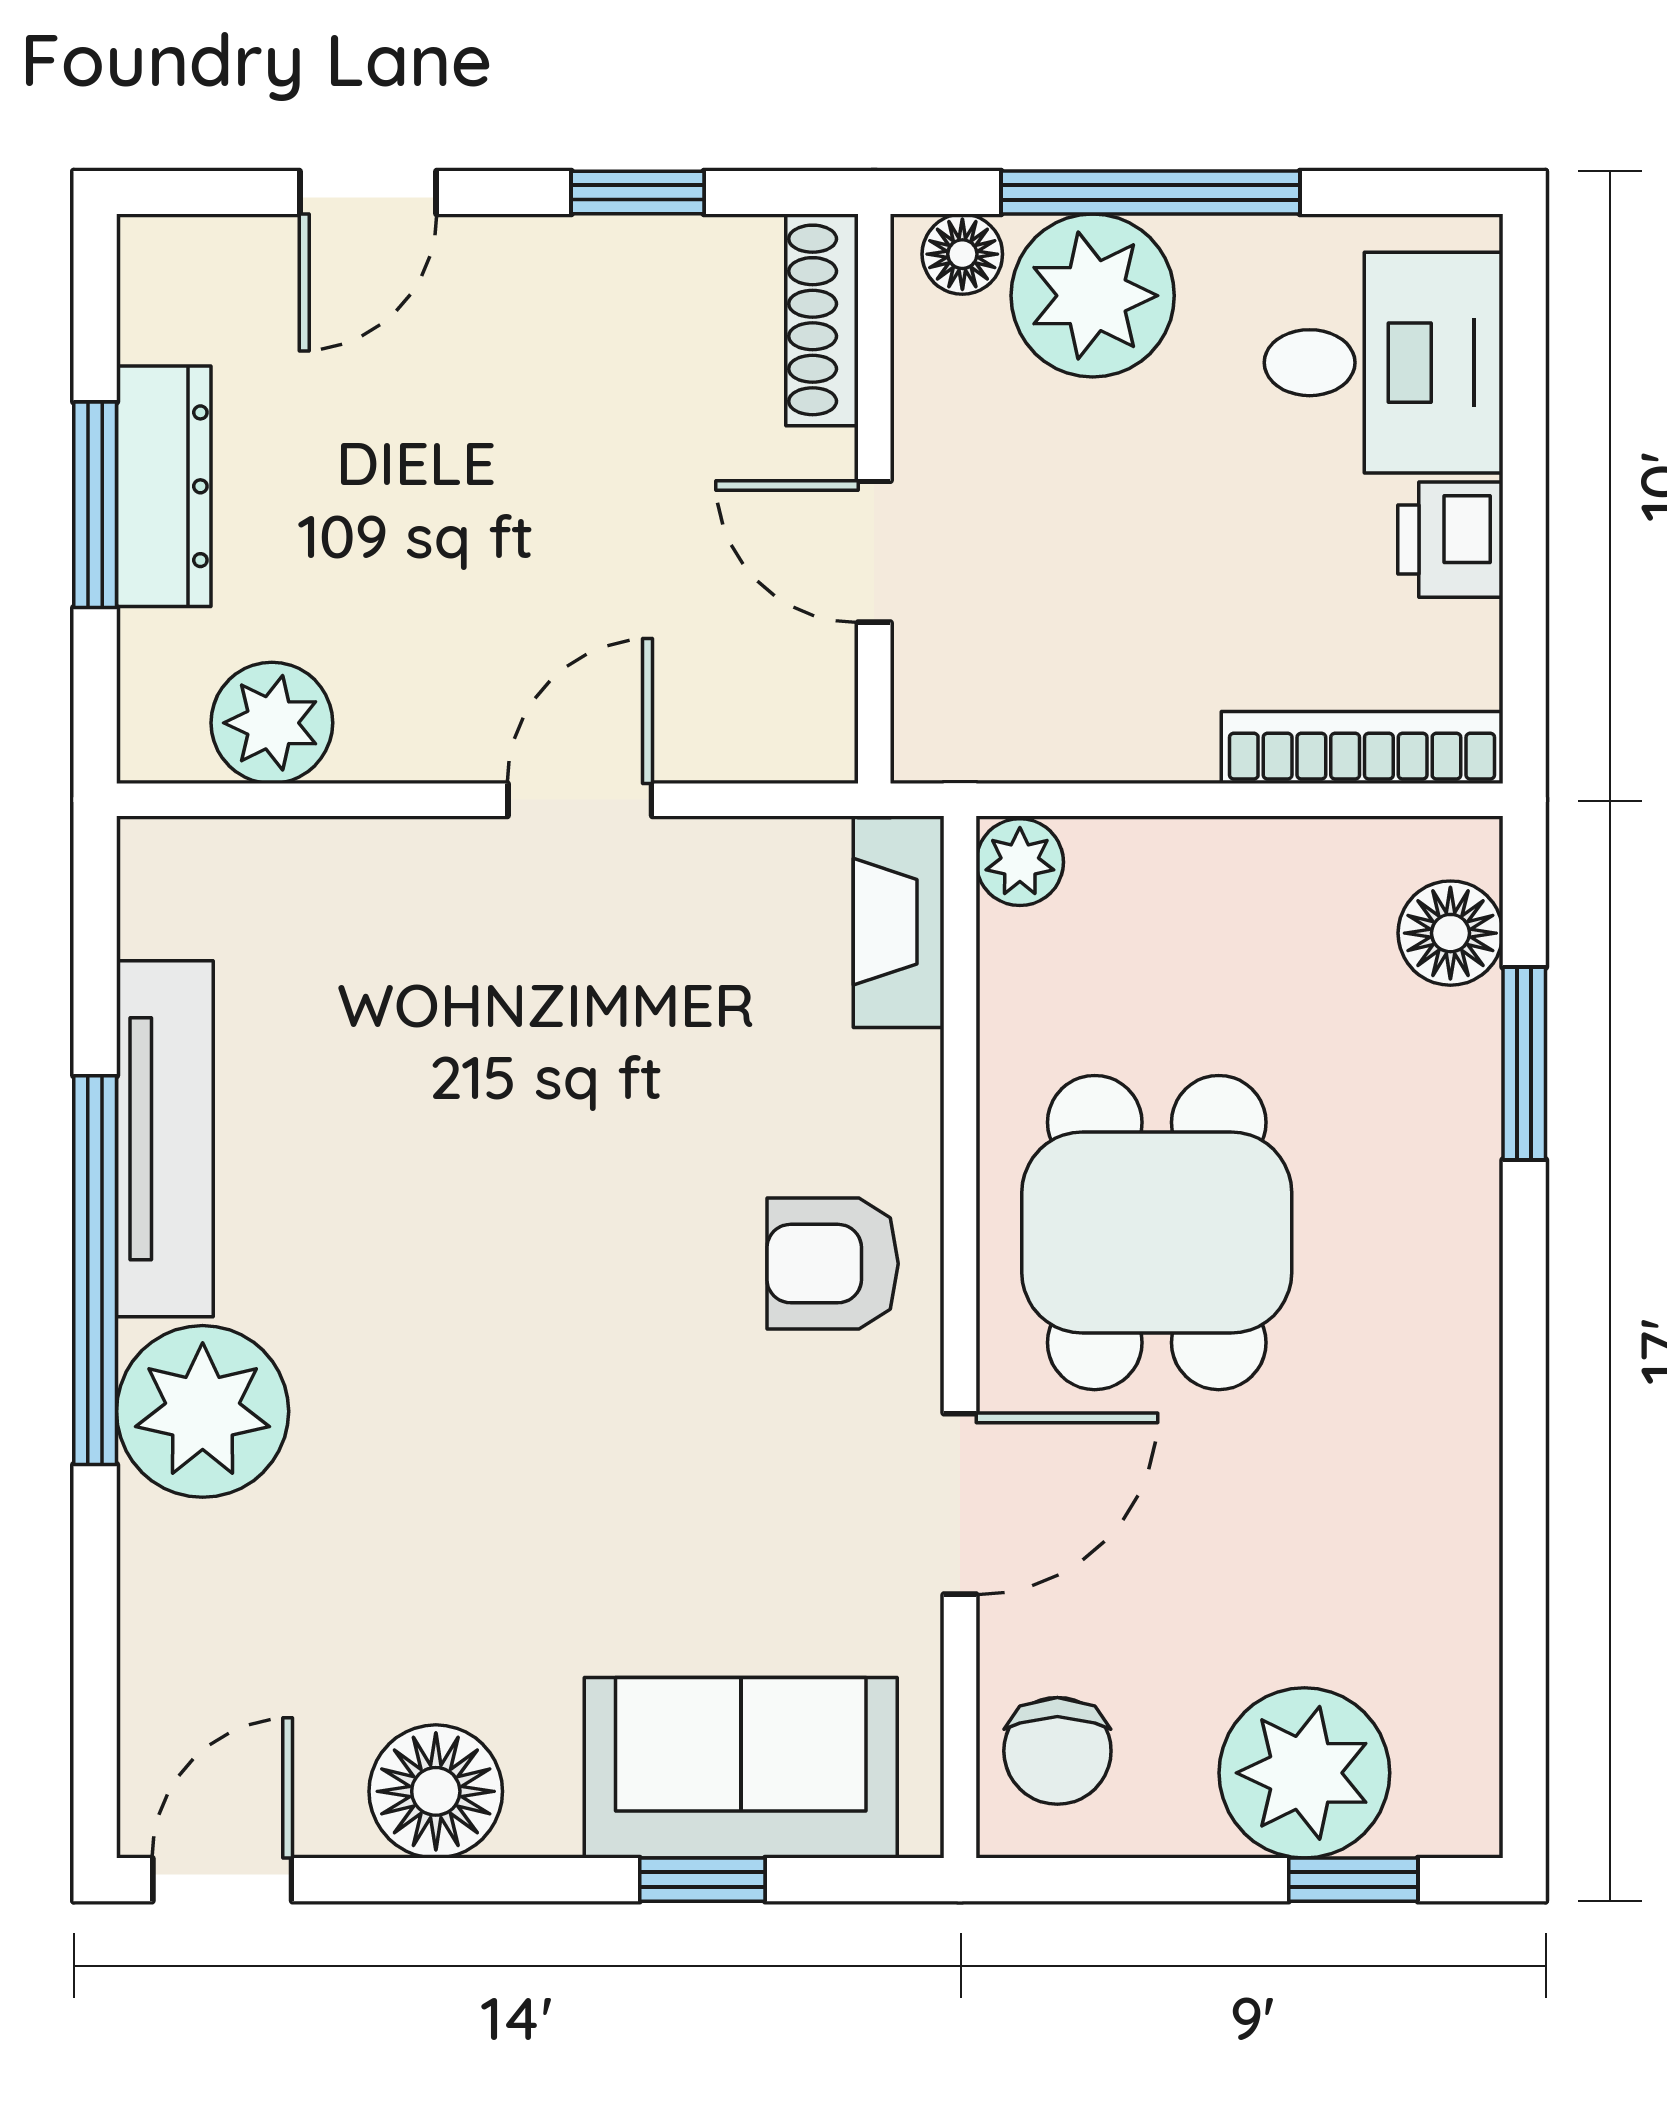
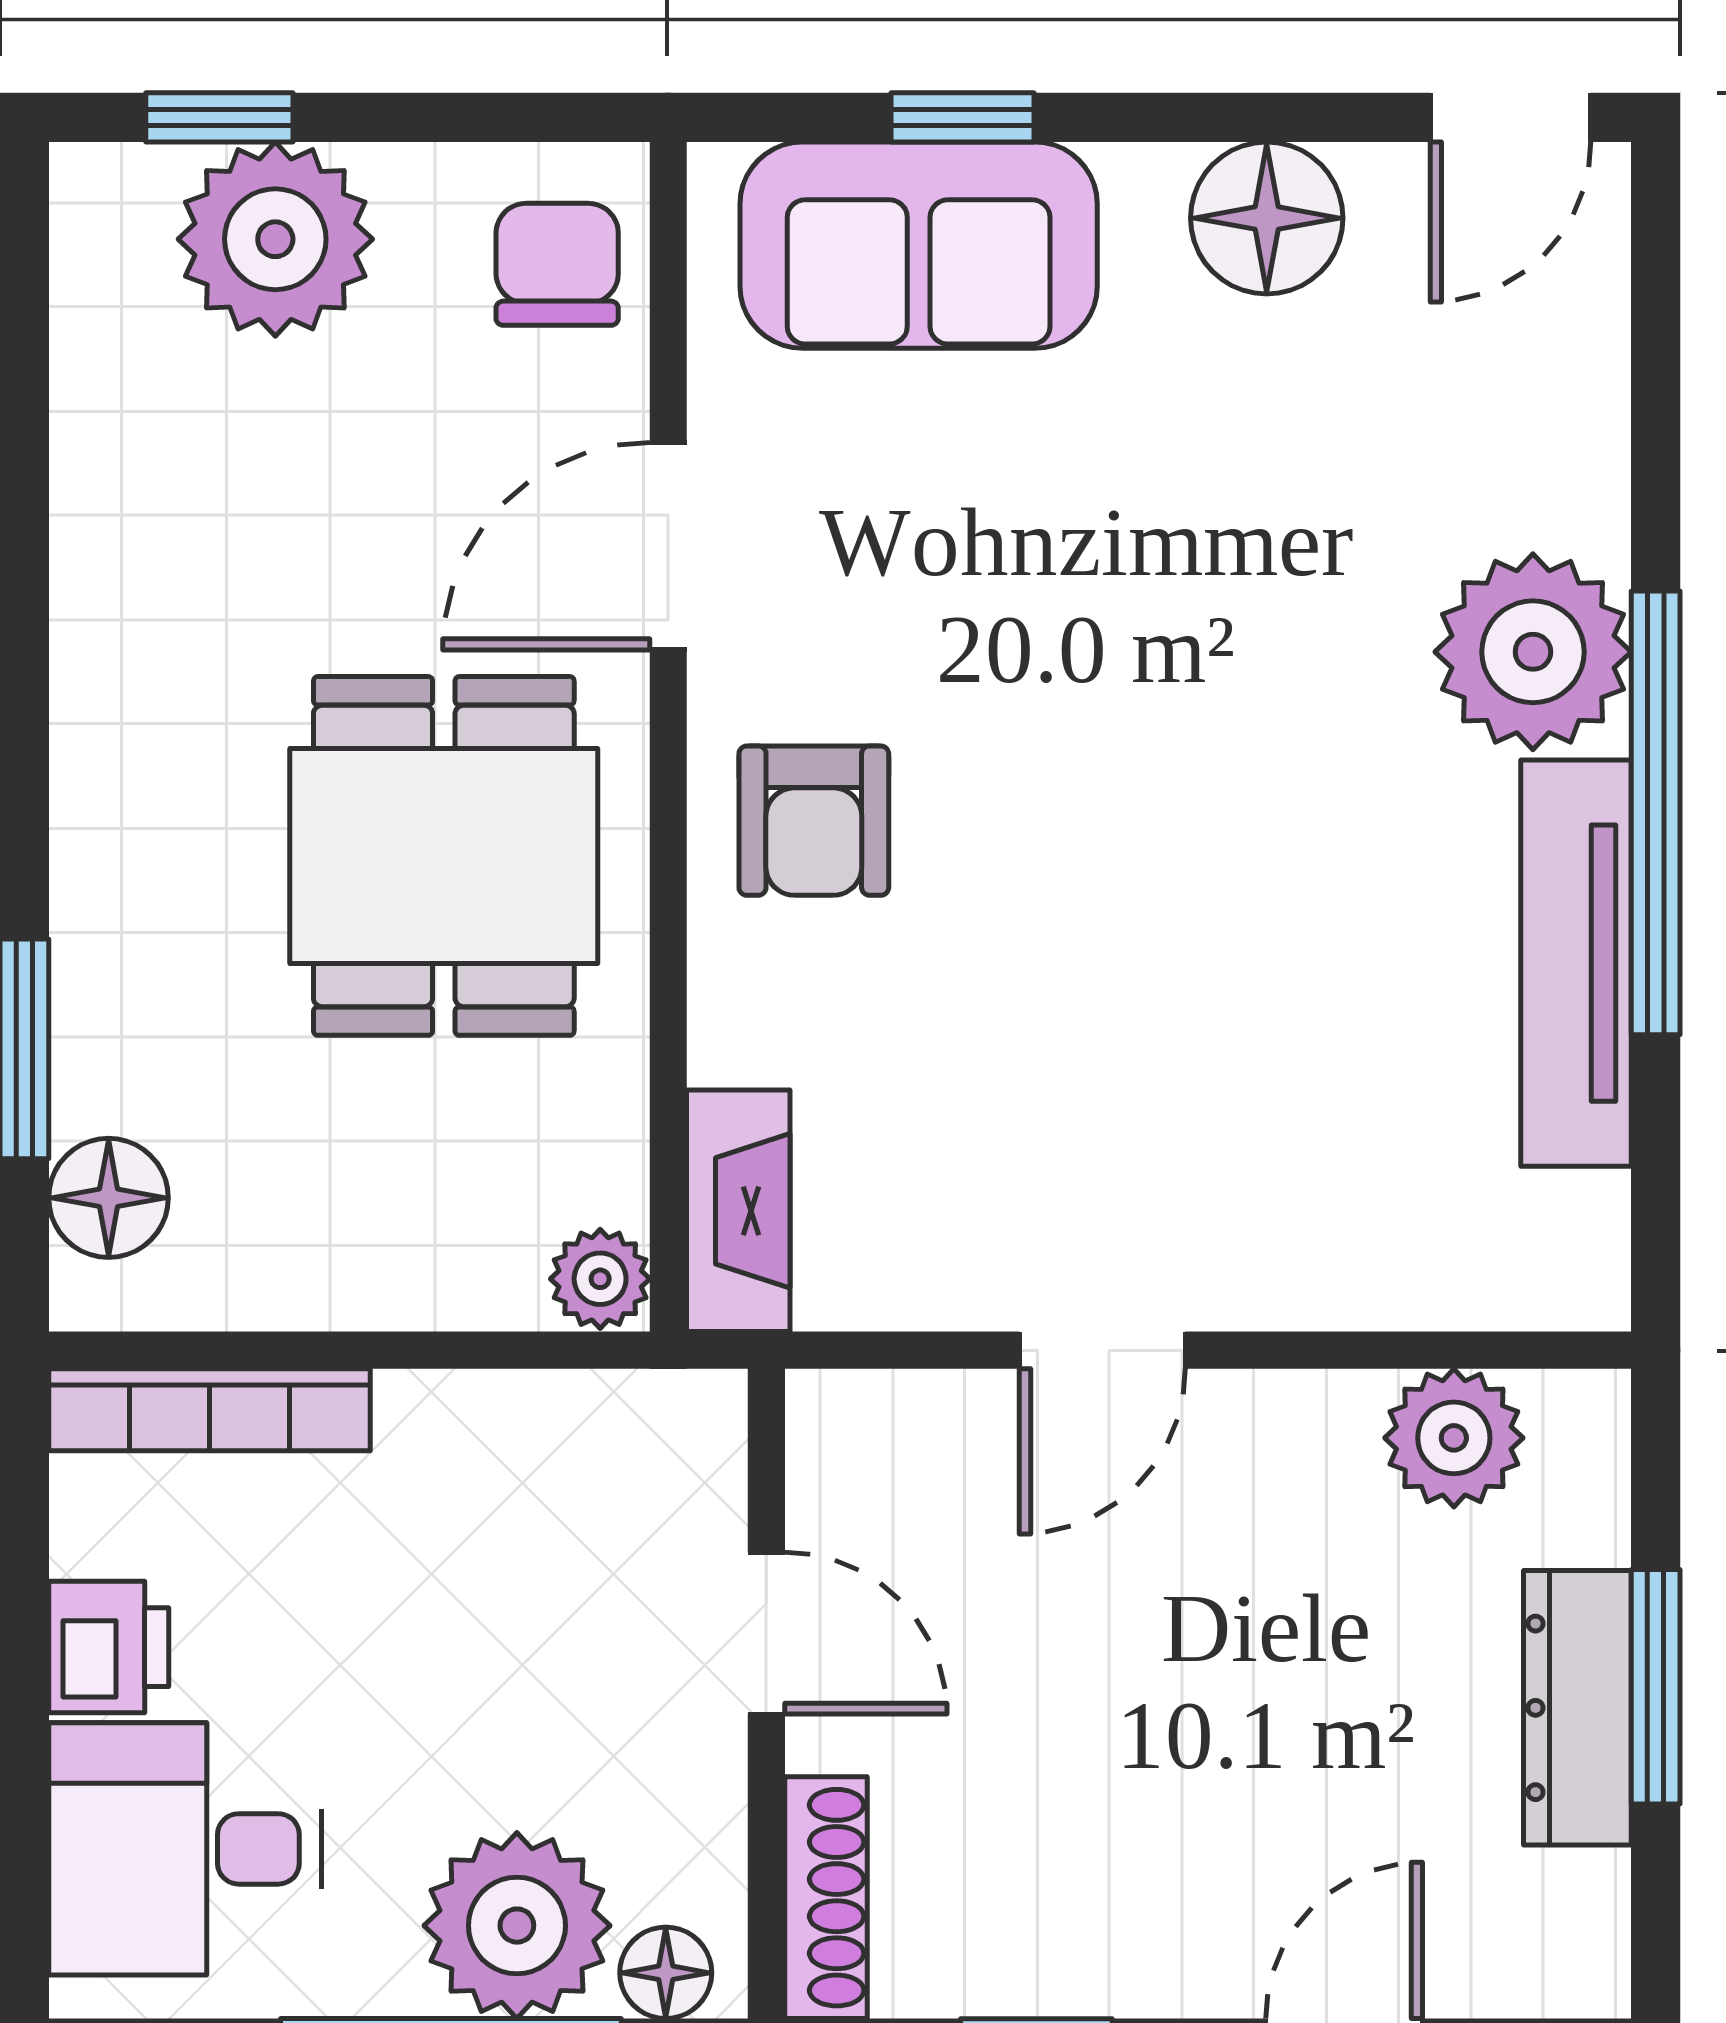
armchair: (833, 1264) -> (814, 821), turned 90

